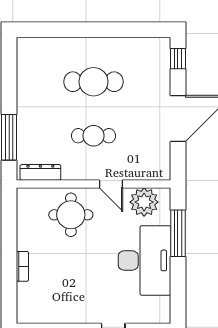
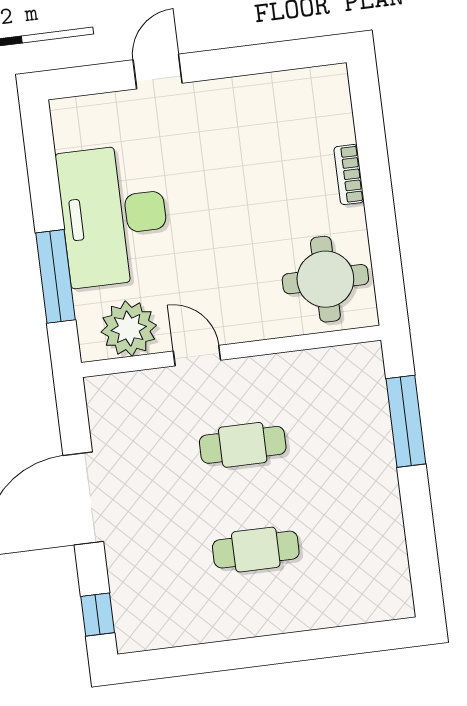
cafe table: (94, 82) -> (256, 550), width x0.73, depth x0.74
dresser: (40, 172) -> (337, 361), removed
round table: (71, 215) -> (325, 279), moved

